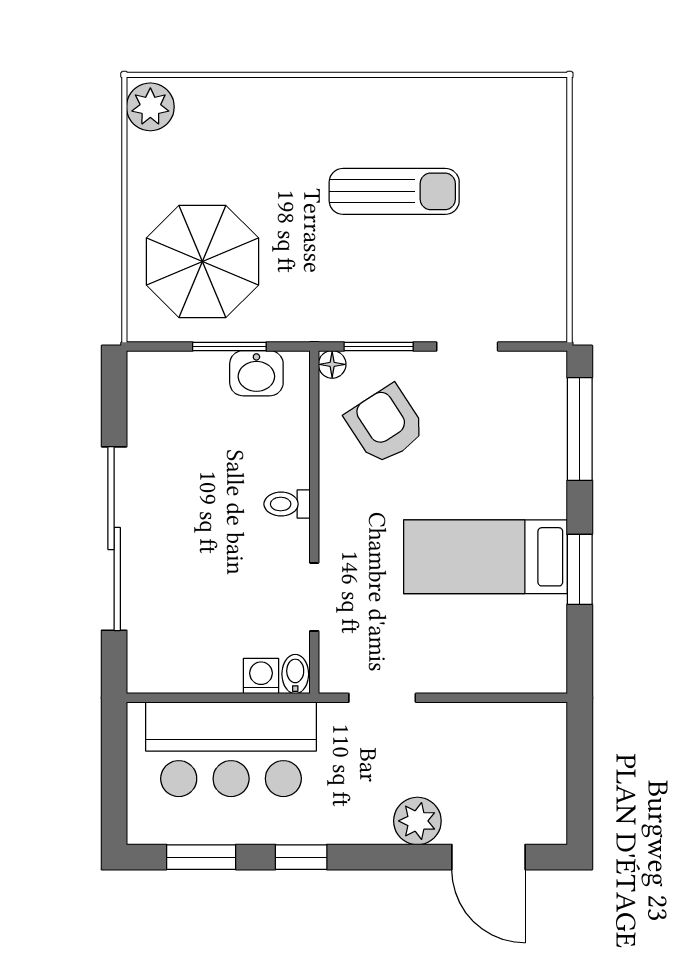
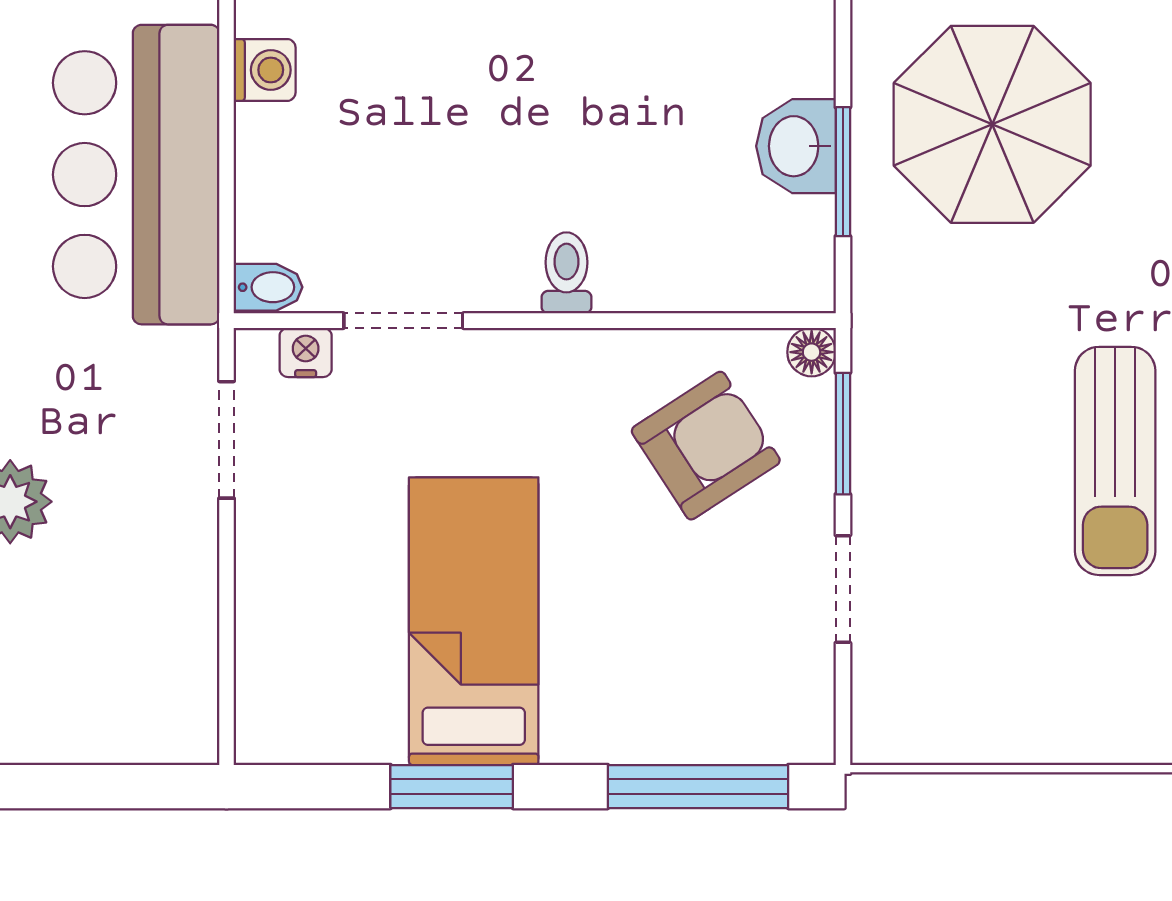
washbasin: (256, 373) -> (796, 146), moved
nightstand: (332, 653) -> (306, 352), added
washing machine: (261, 676) -> (265, 70), moved

